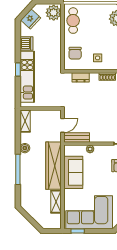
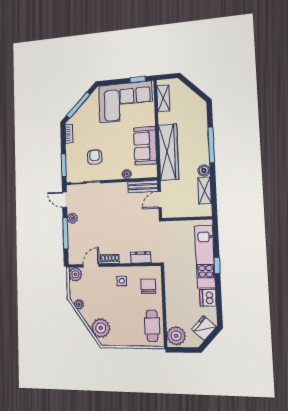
shelving: (25, 121) -> (205, 191), moved
shelving: (56, 202) -> (163, 98), moved

